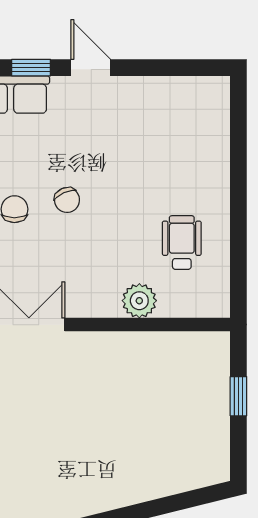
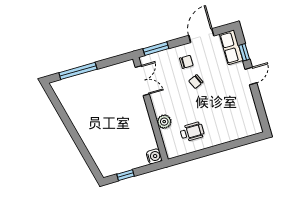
water cooler: (214, 348) -> (154, 156), added
window: (238, 396) -> (125, 175), moved

